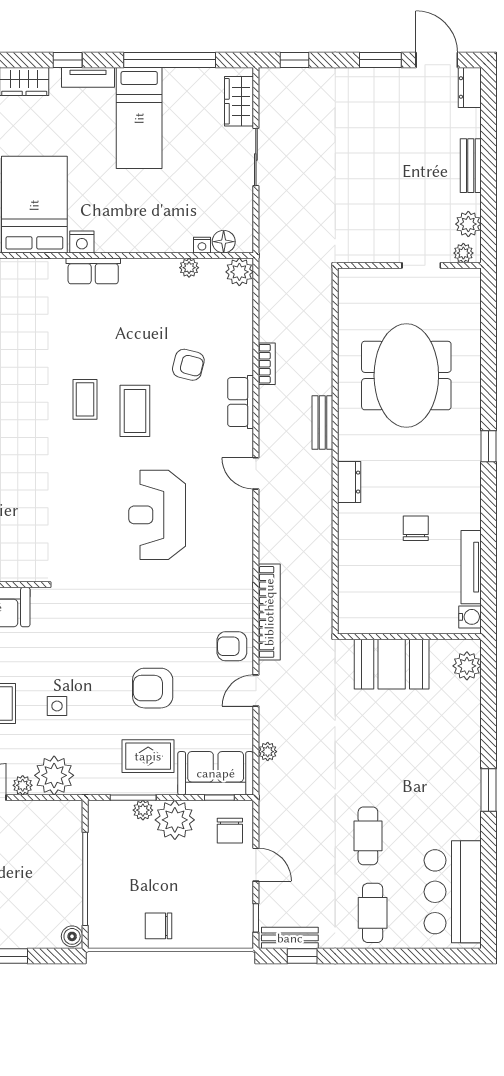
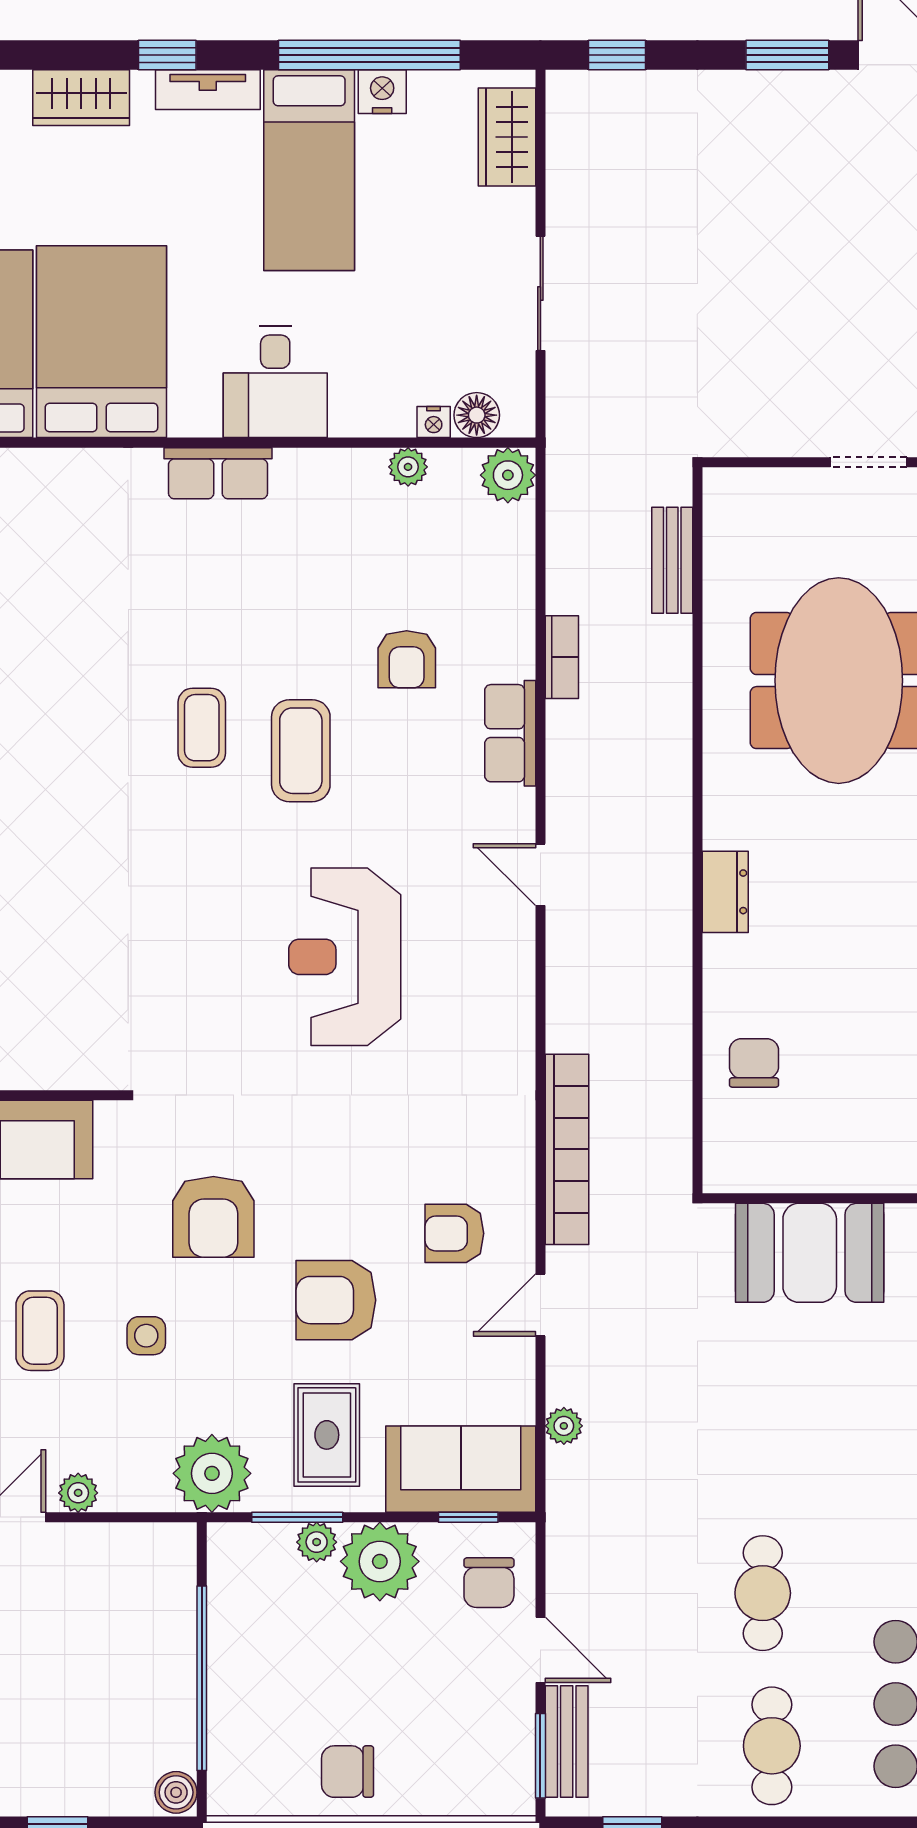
sliding door: (256, 157) -> (540, 293), moved
desk: (122, 225) -> (275, 382), added
nightstand: (82, 242) -> (382, 92), moved, turned 180
armchair: (188, 365) -> (407, 659), turned 76
bench: (322, 423) -> (672, 560), moved
chair: (416, 528) -> (754, 1063), moved
armchair: (91, 646) -> (213, 1217), added
armchair: (232, 646) -> (454, 1233), moved
rug: (148, 756) -> (327, 1435), turned 90
plant: (54, 775) -> (212, 1473), moved
window: (256, 918) -> (540, 1756), width x1.50
bench: (290, 938) -> (567, 1741), moved, turned 90

